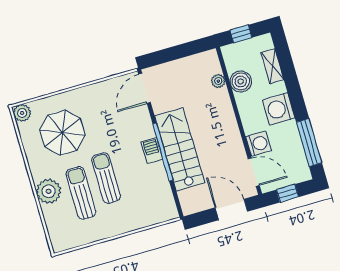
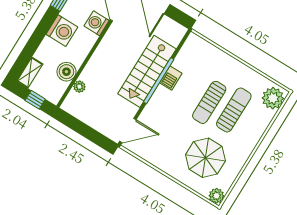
shelving: (272, 66) -> (30, 73), moved
barbecue: (152, 151) -> (171, 78), moved
plant: (49, 191) -> (273, 98), moved
sun lounger: (81, 193) -> (234, 110), turned 180

